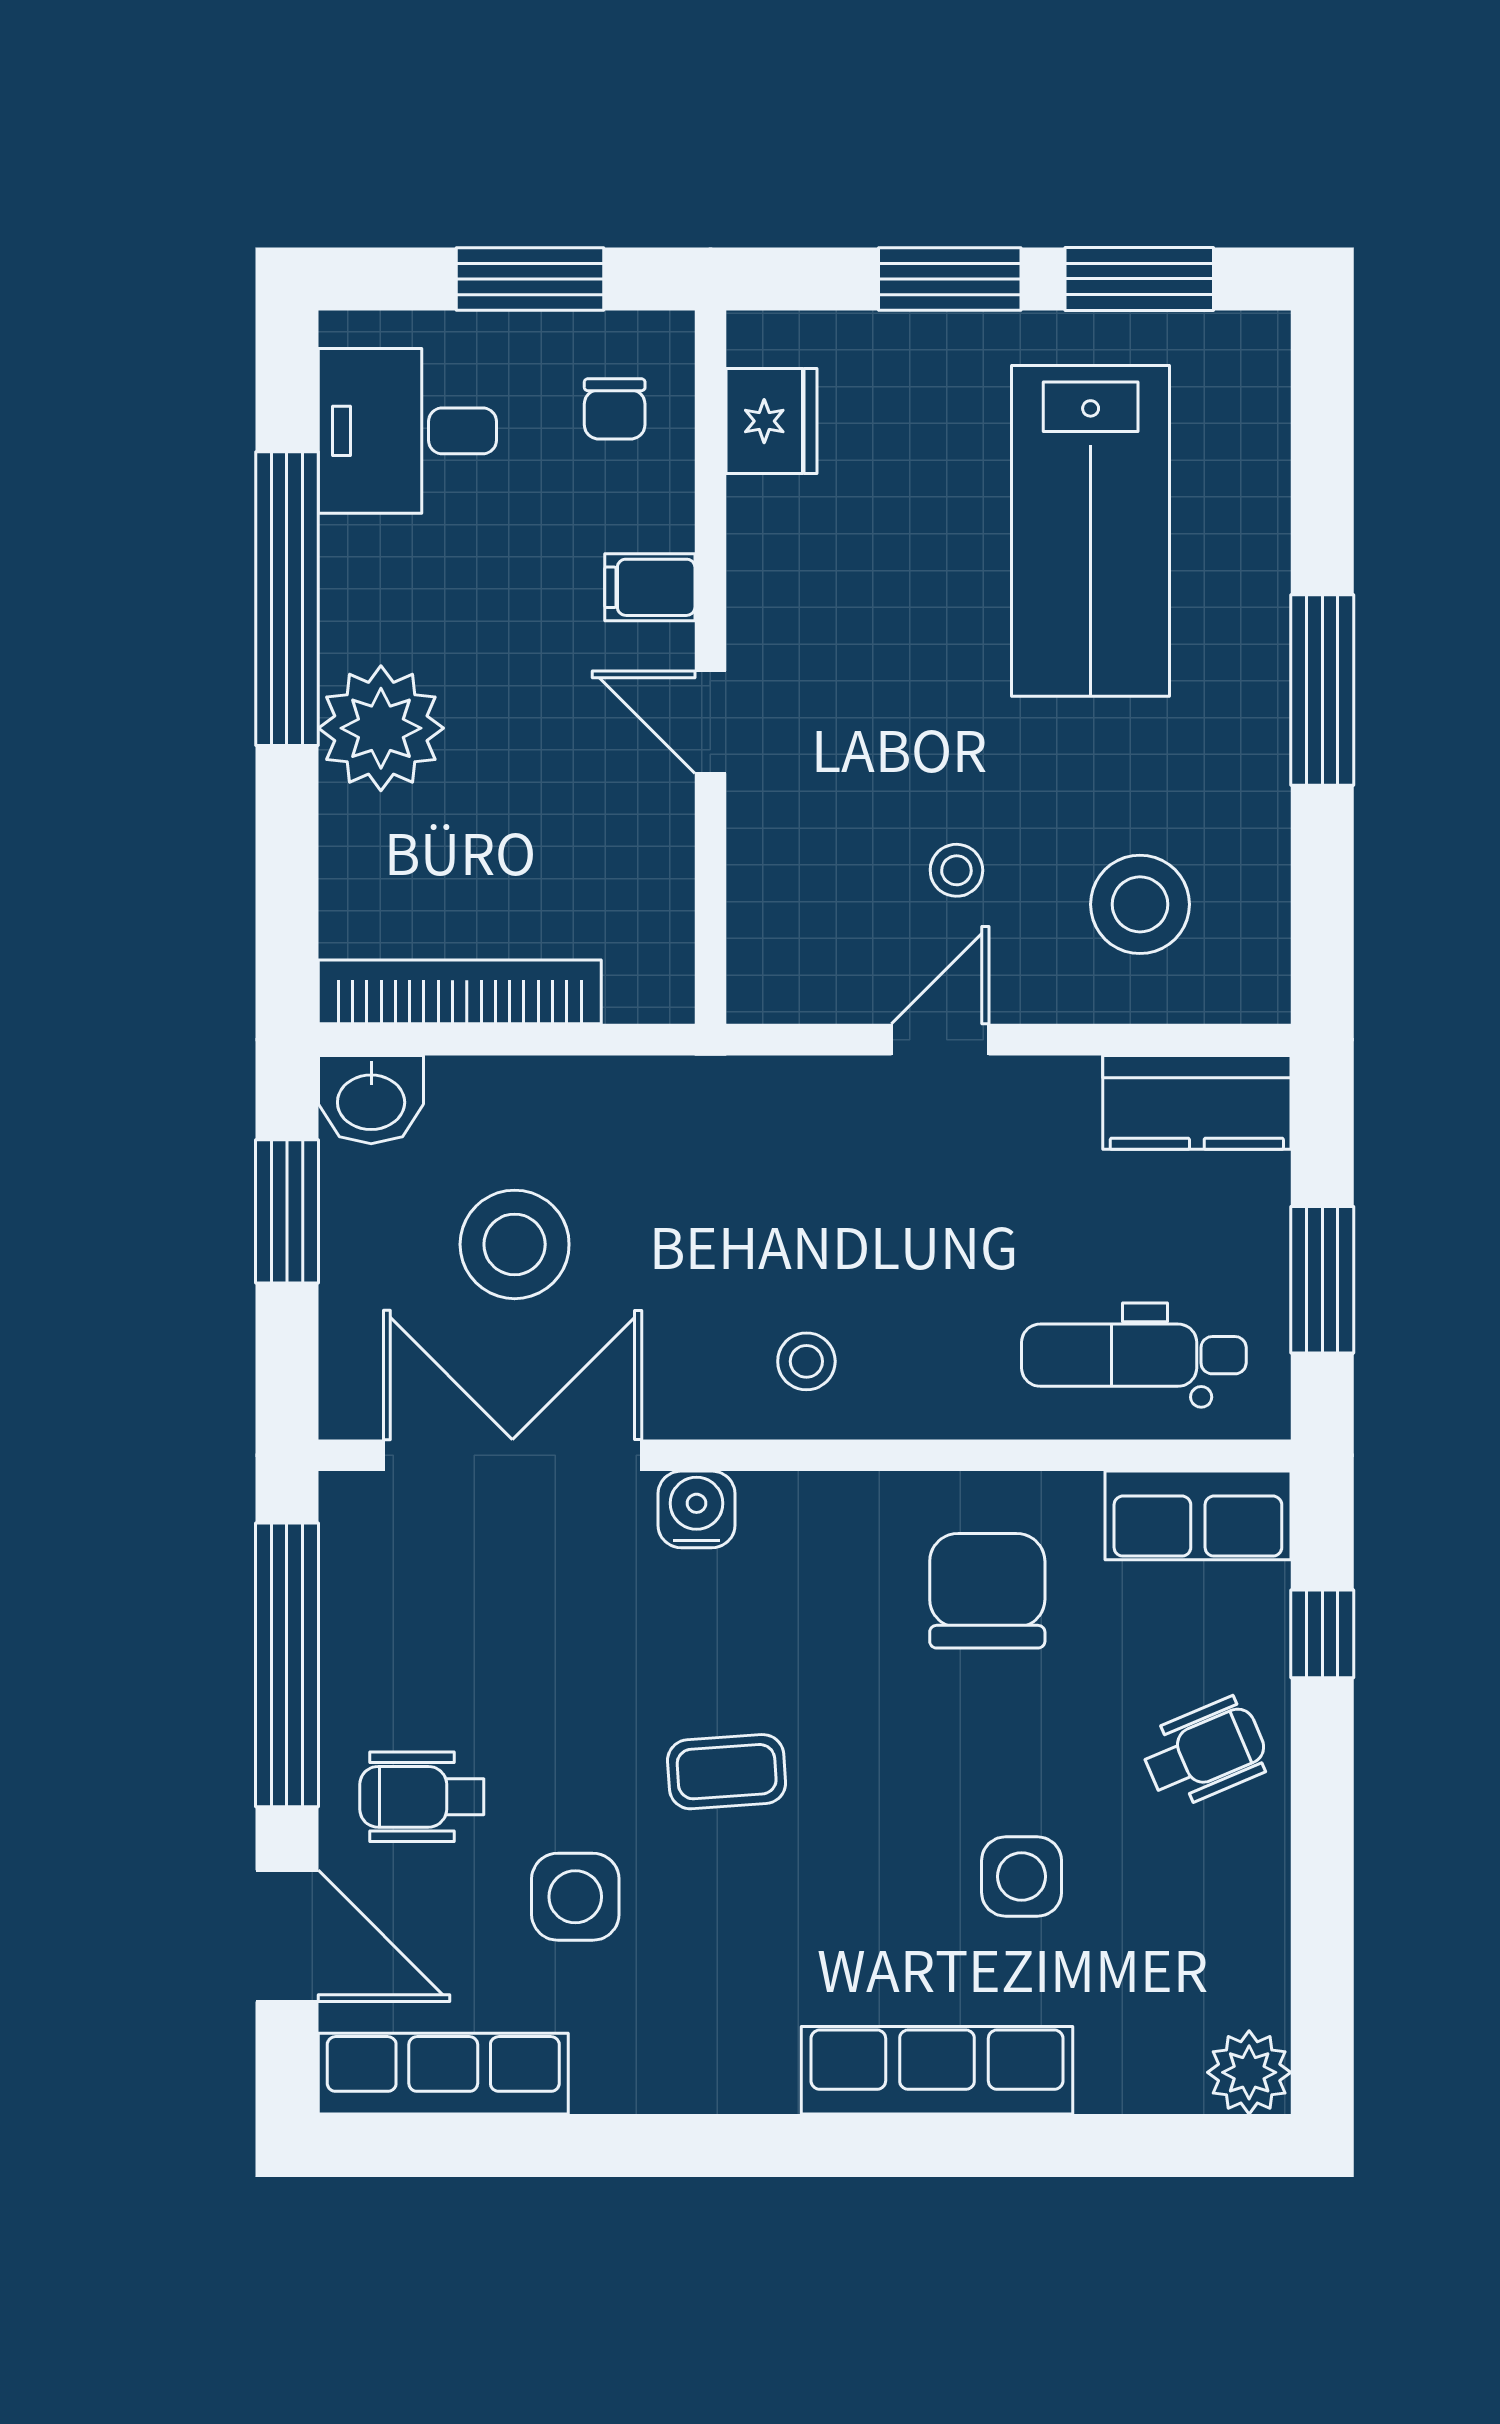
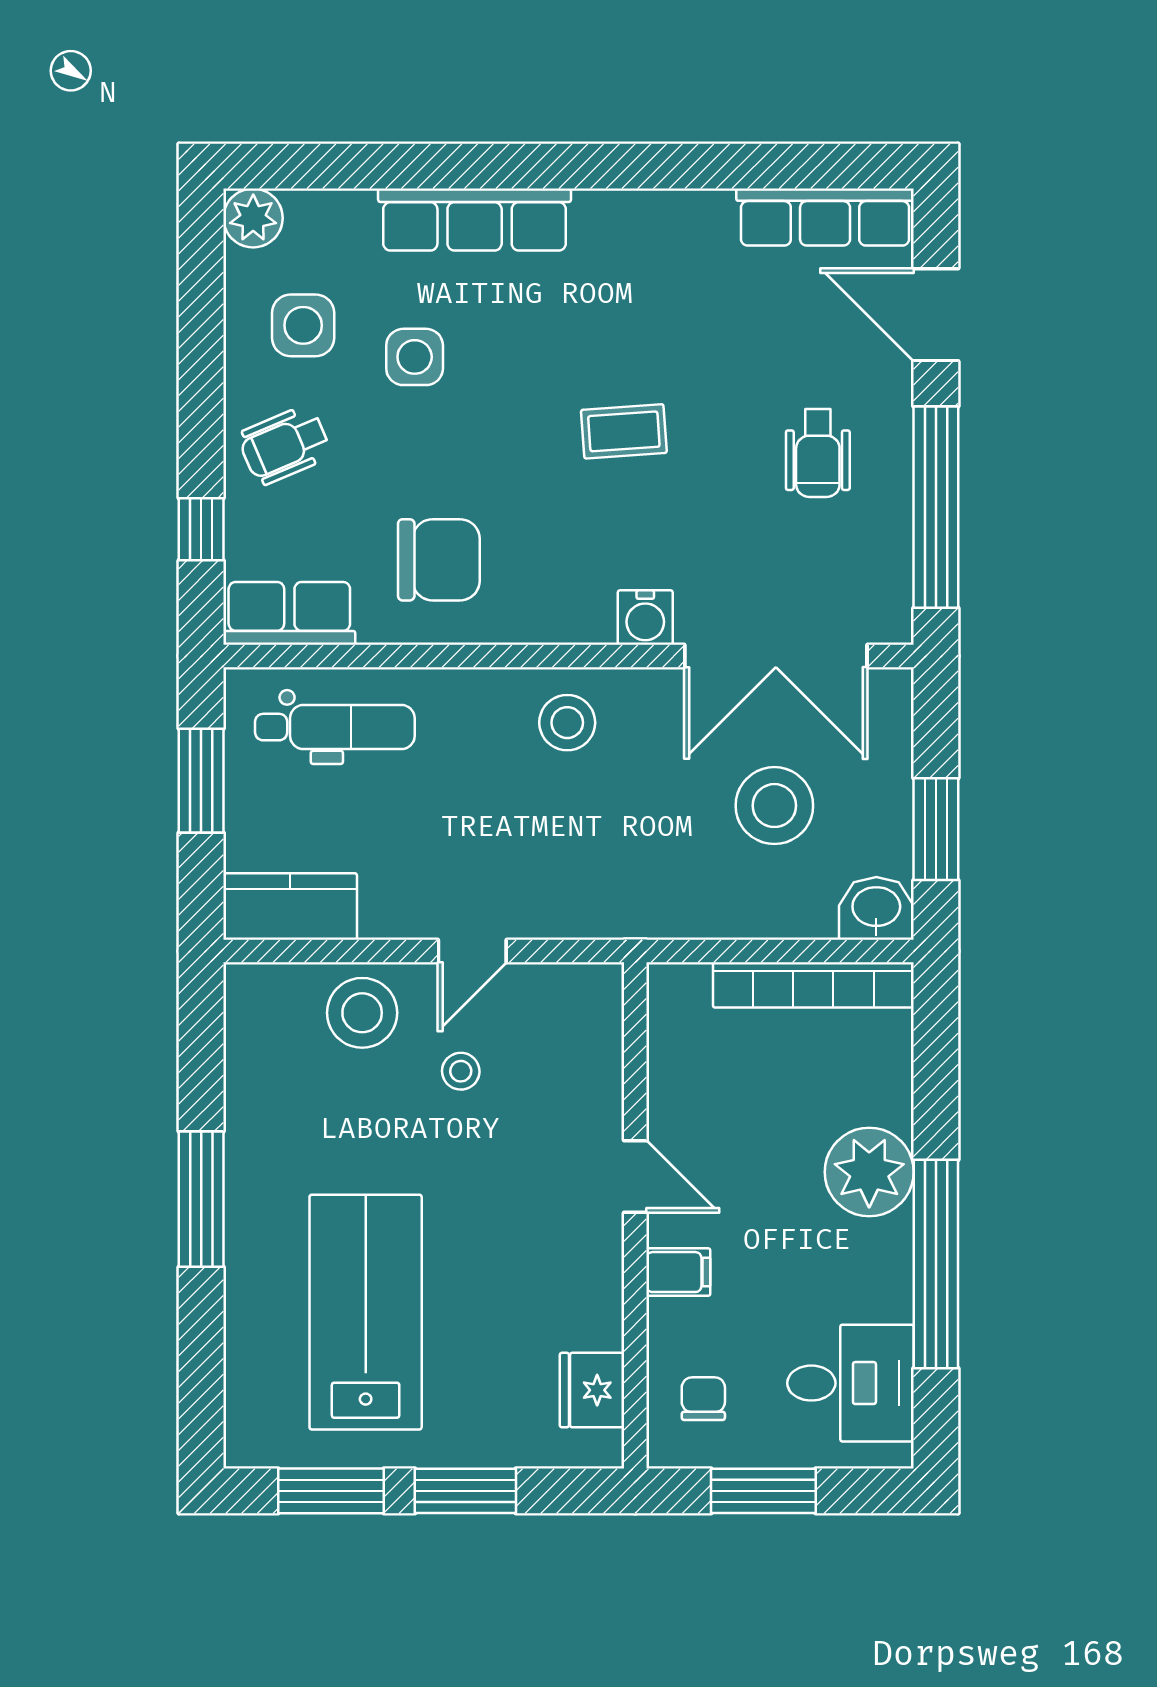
stool: (1140, 904) -> (362, 1013), moved
stool: (806, 1361) -> (567, 723), width x1.37, depth x1.37
chair: (987, 1591) -> (439, 560), turned -90
wheelchair: (422, 1797) -> (818, 453), moved, turned 90
side table: (575, 1897) -> (303, 325), moved

